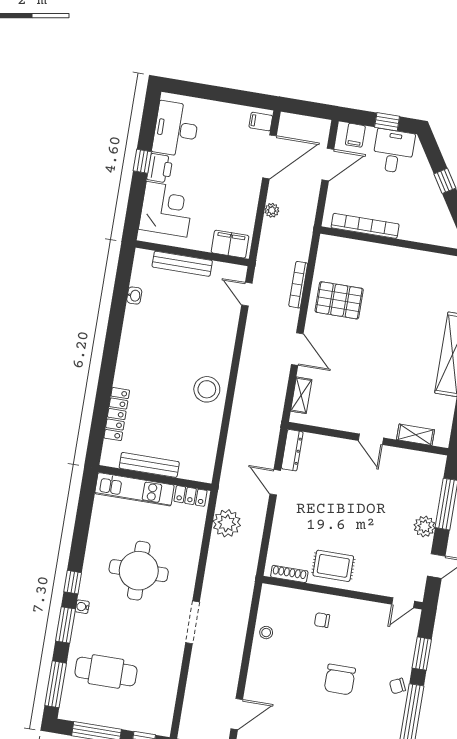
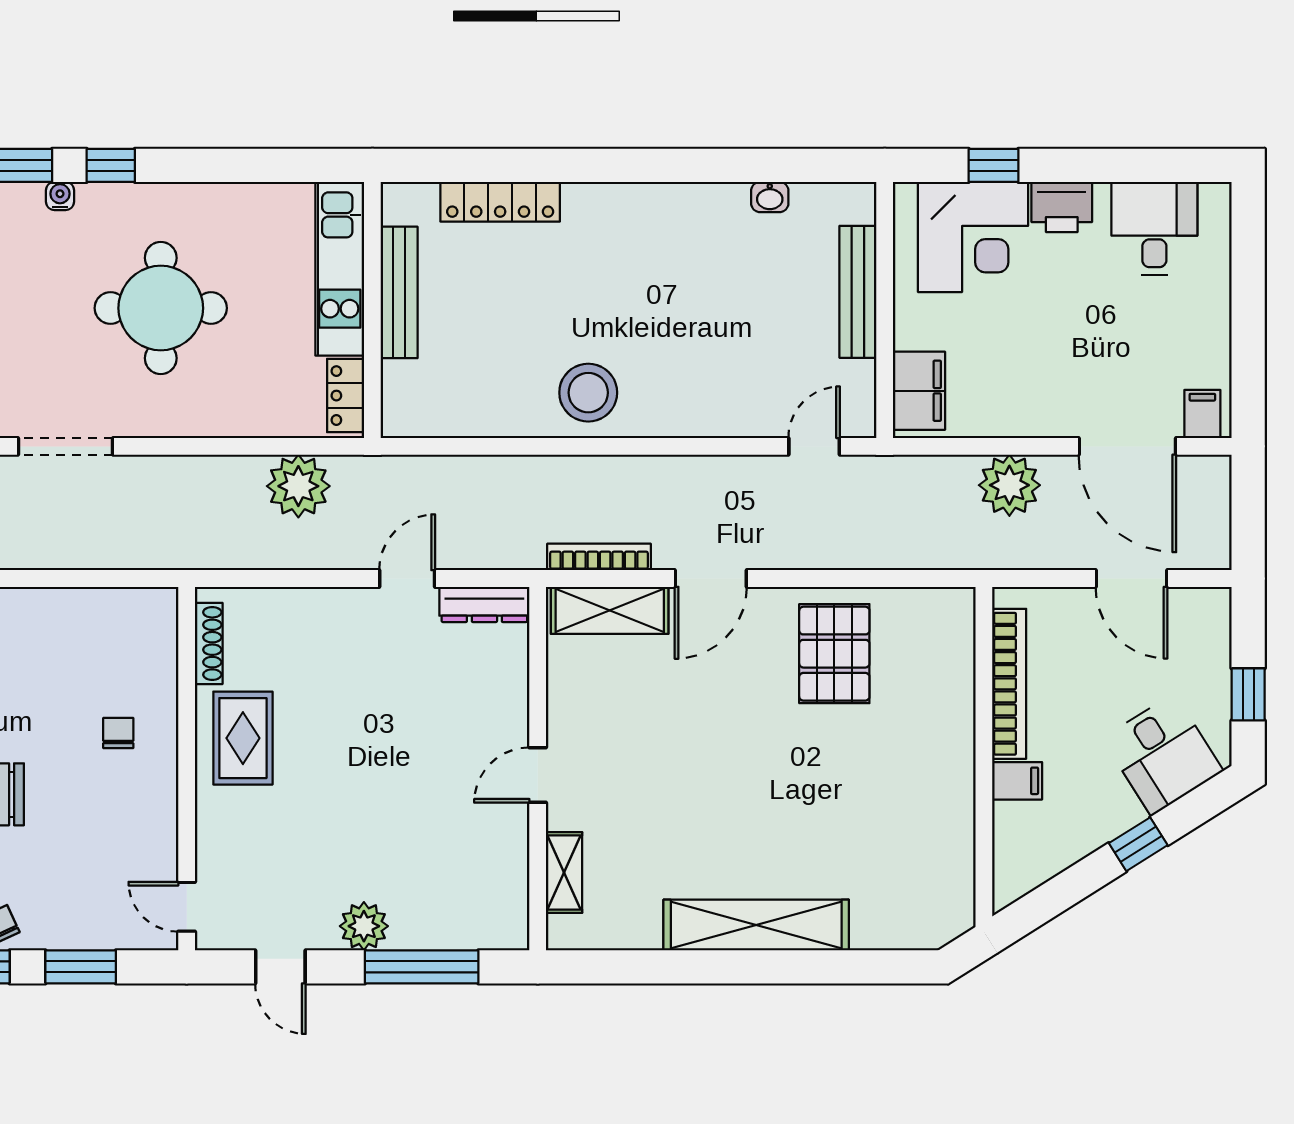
desk: (176, 129) -> (1154, 228), width x0.73
filing cabinet: (355, 135) -> (1017, 781), moved, turned 180
desk: (393, 151) -> (1163, 755), moved, turned 58
window: (142, 161) -> (994, 165), moved
plant: (272, 210) -> (1009, 485), width x1.88, depth x1.88
bookcase: (298, 285) -> (599, 557), moved
shelving: (301, 395) -> (610, 610), width x1.50, depth x1.33
stool: (266, 633) -> (70, 614), removed

